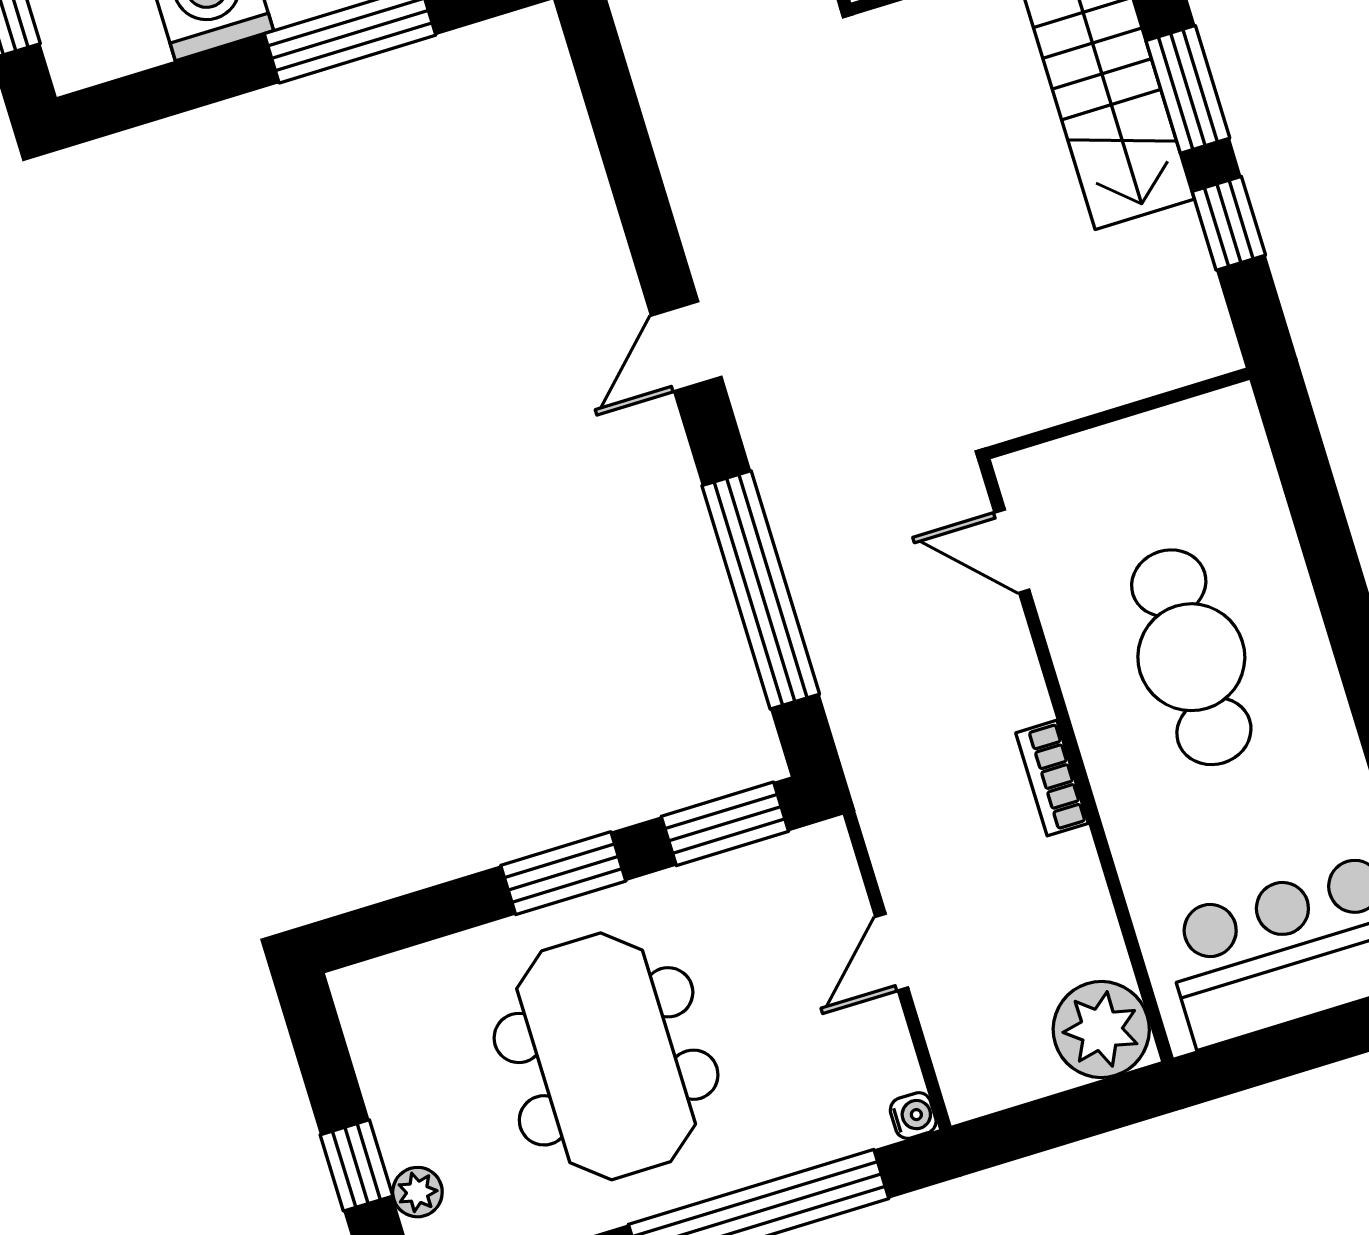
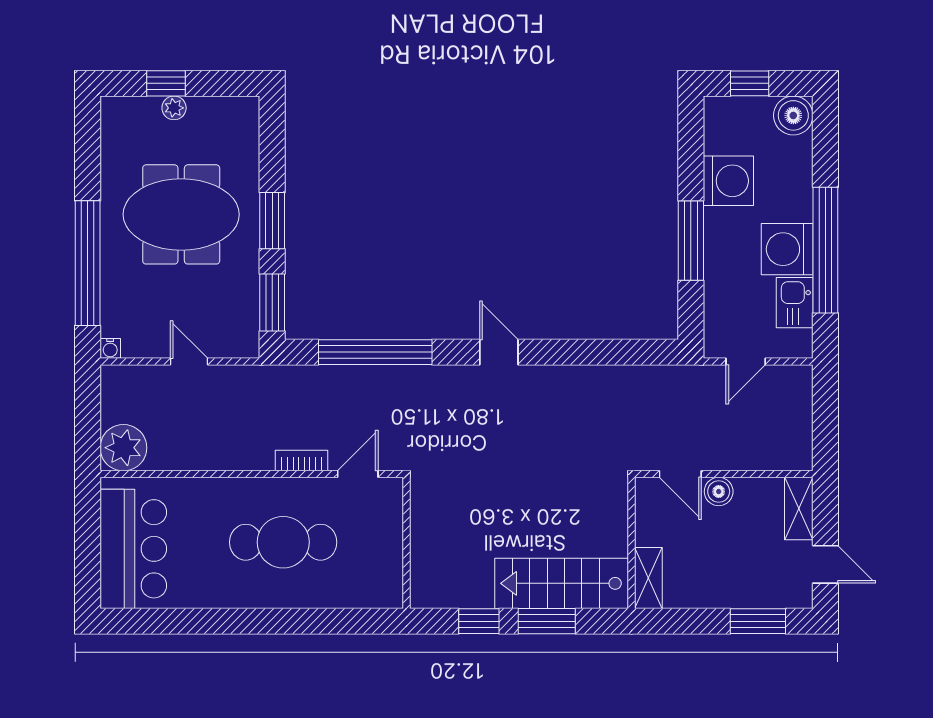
bookcase: (1052, 778) -> (302, 461), moved
plant: (417, 1192) -> (174, 108), moved

